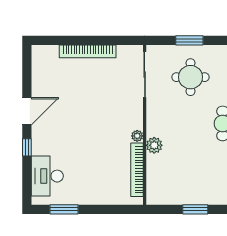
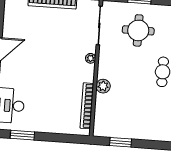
plant: (137, 136) -> (91, 58), moved
window: (195, 209) -> (121, 142), moved

